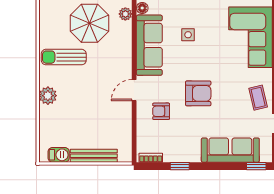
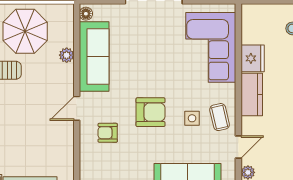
plant: (125, 14) -> (67, 55), moved
side table: (188, 35) -> (192, 118), moved

